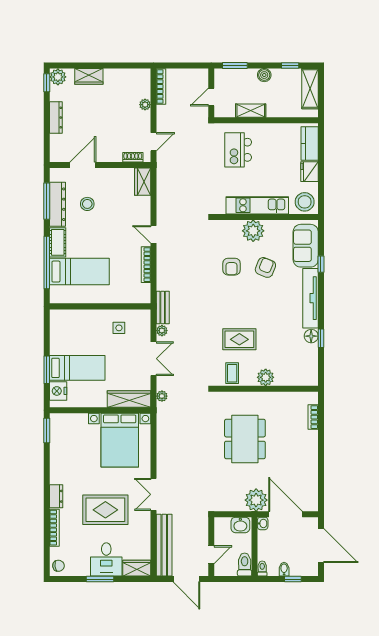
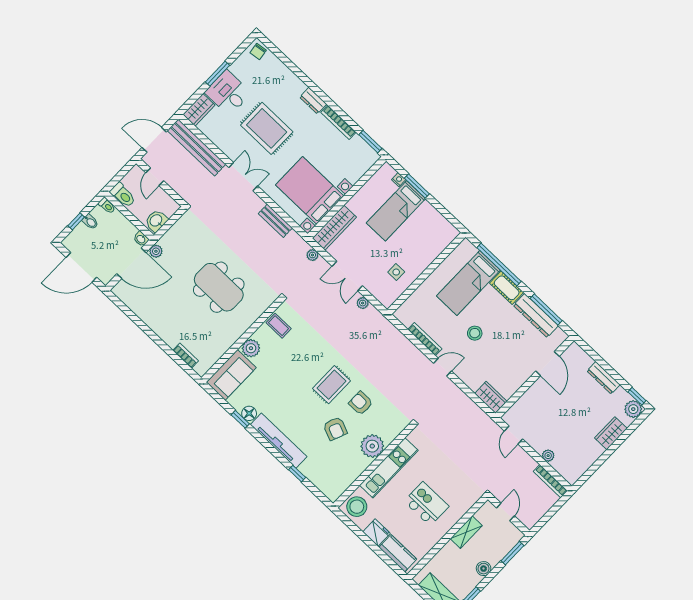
kitchen island: (238, 150) -> (426, 504), moved
shoe rack: (133, 157) -> (517, 408), removed
stool: (87, 204) -> (475, 333), moved
sofa: (306, 246) -> (231, 375), moved, turned 90
bench: (163, 308) -> (275, 221), moved
rug: (239, 339) -> (332, 385), moved
nightstand: (58, 391) -> (399, 180), width x0.53, depth x0.56
plant: (256, 500) -> (156, 251), width x0.53, depth x0.53
rug: (105, 510) -> (267, 128), turned 90
bookcase: (54, 528) -> (338, 122), moved

